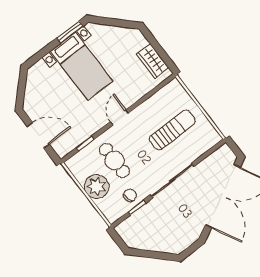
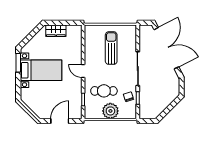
wardrobe: (153, 61) -> (56, 31), moved

